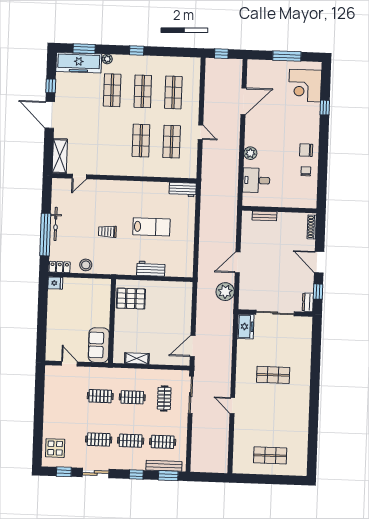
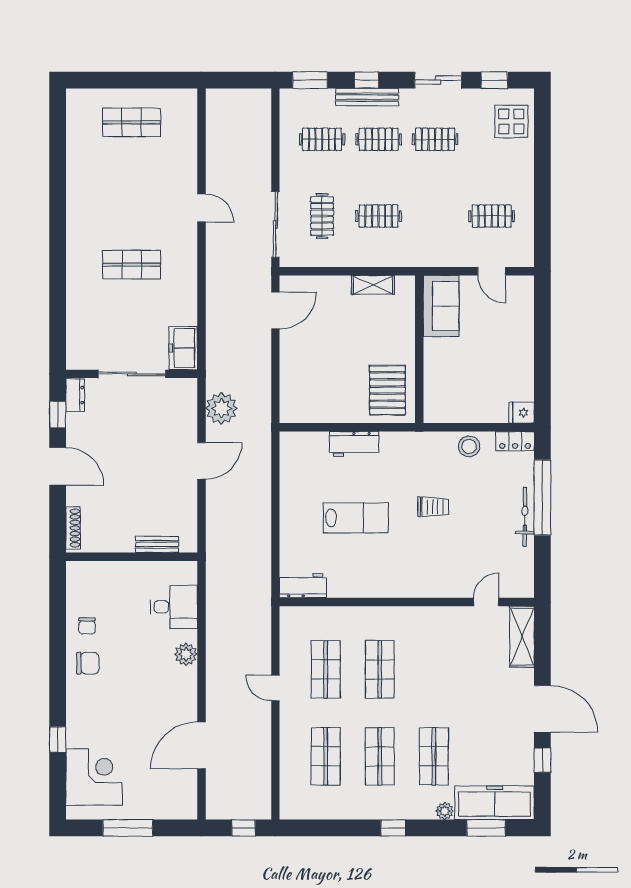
lab bench: (151, 227) -> (356, 518), turned 180
pallet: (131, 299) -> (387, 390), turned 90
clothes rail: (100, 396) -> (492, 216), moved
bench: (164, 466) -> (367, 97), moved

